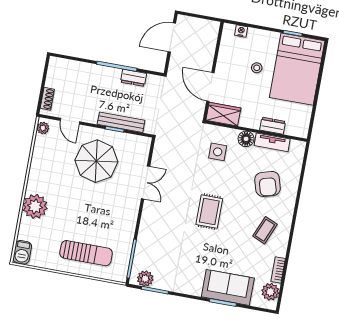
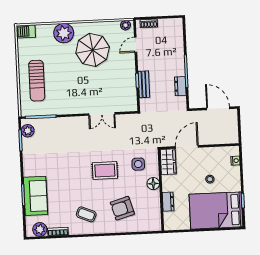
bench: (121, 122) -> (144, 84), width x0.73
tv unit: (272, 142) -> (155, 204), removed
parasol: (96, 161) -> (93, 50), moved
rug: (209, 212) -> (105, 170), moved

